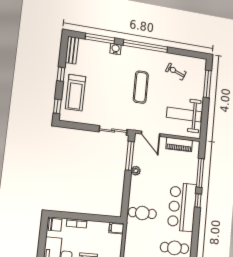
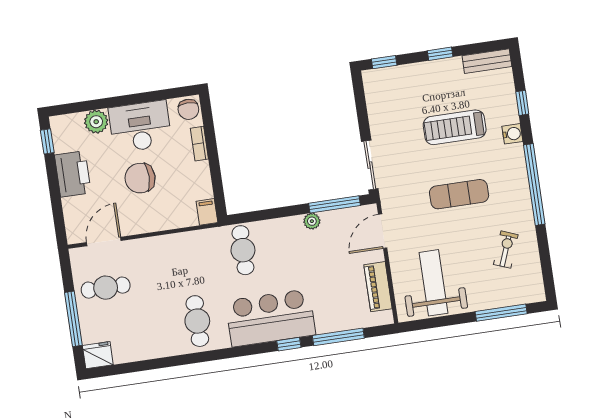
window: (100, 38) -> (522, 103), width x0.46
treadmill: (76, 93) -> (455, 127), moved

